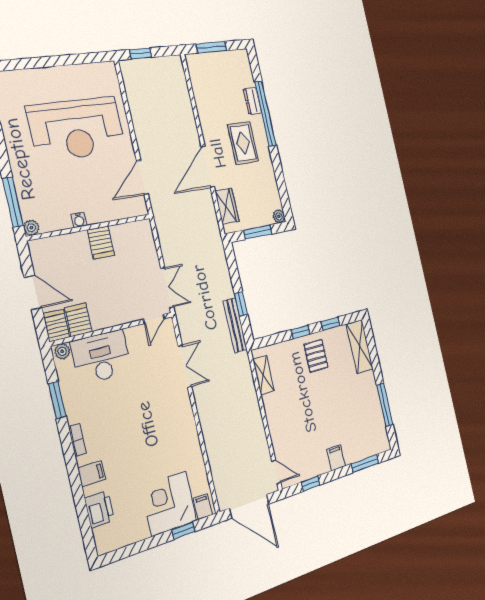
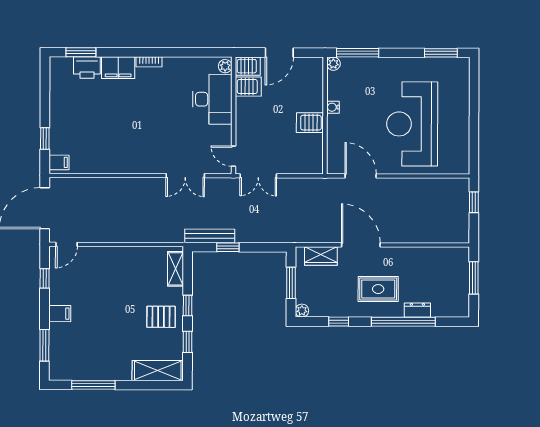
window: (280, 178) -> (339, 322), added
shelving: (264, 375) -> (176, 269), moved, turned 90
window: (57, 400) -> (81, 52), moved
filing cabinet: (92, 474) -> (118, 68), width x2.00
corner desk: (169, 504) -> (72, 131), removed

